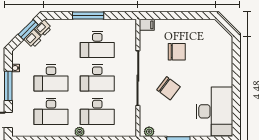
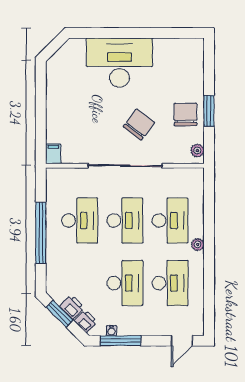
window: (88, 16) -> (41, 233), width x1.46
printer: (43, 28) -> (86, 321), moved
chair: (177, 52) -> (185, 115), moved
window: (8, 86) -> (121, 341), moved
desk: (214, 111) -> (119, 63), moved

